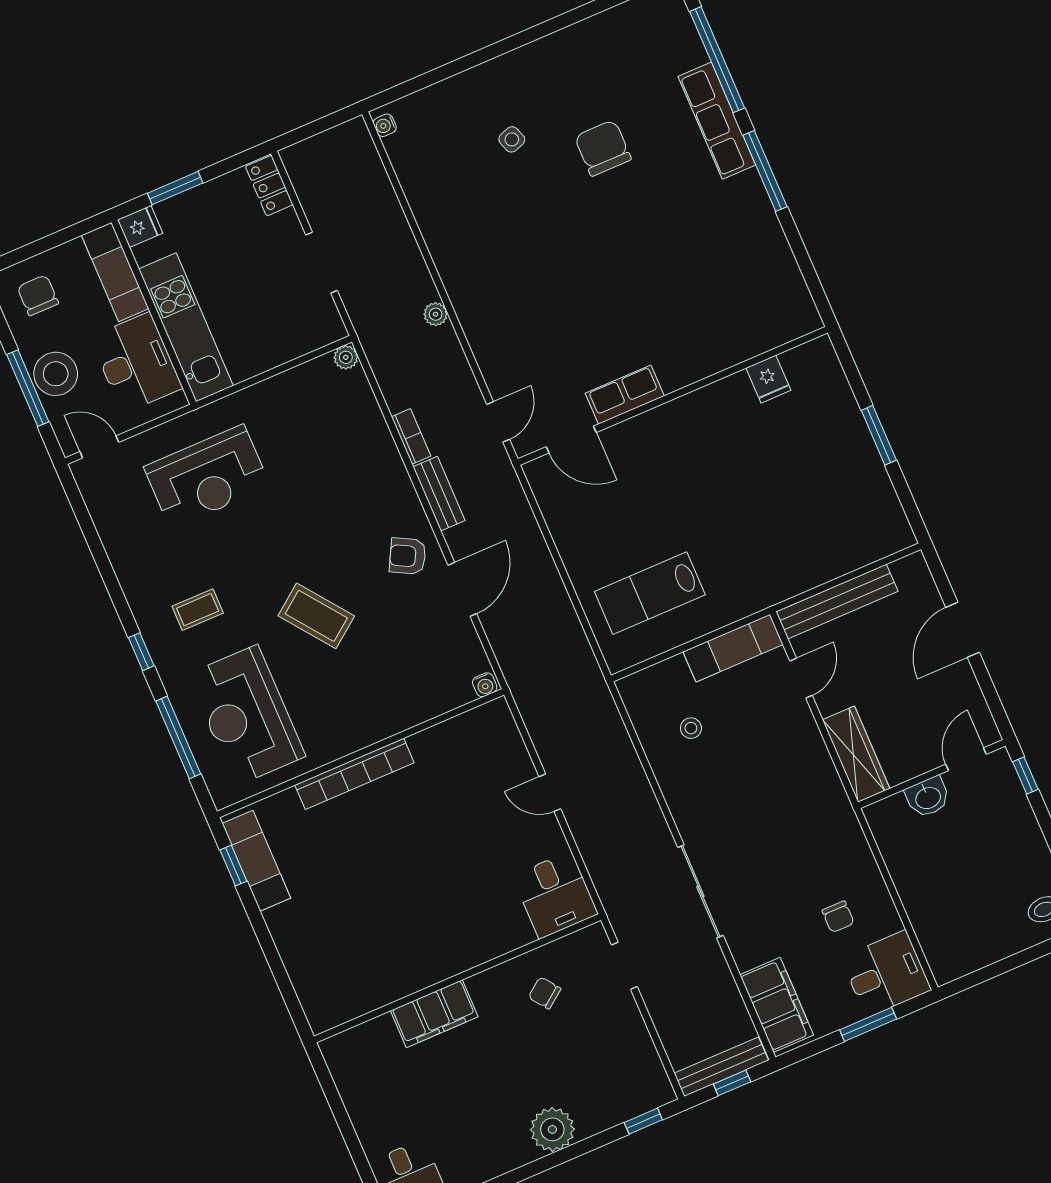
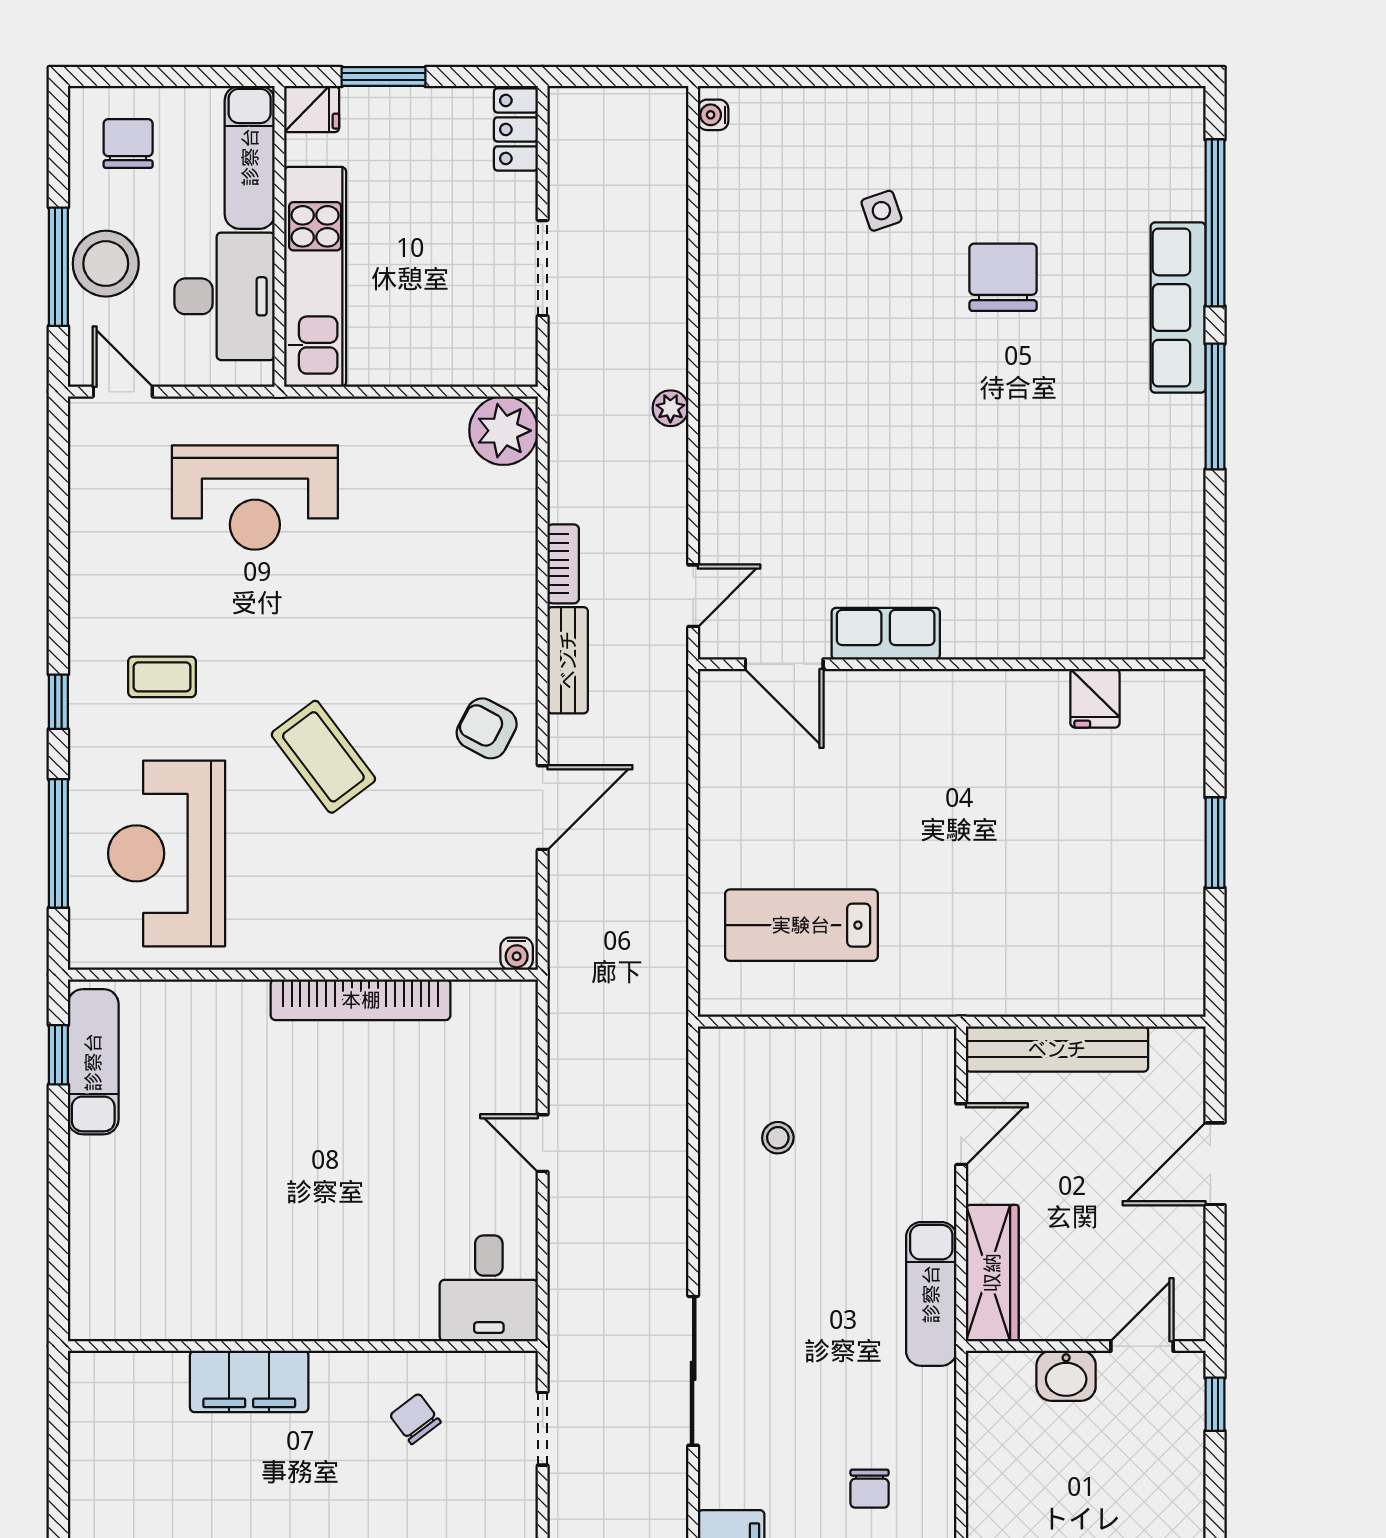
plant: (346, 357) -> (504, 431), width x1.88, depth x1.88
exam couch: (733, 648) -> (931, 1294), moved, turned 90
bookcase: (354, 774) -> (361, 1000), moved

